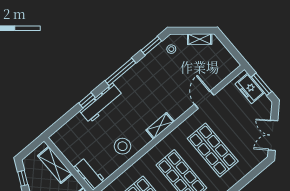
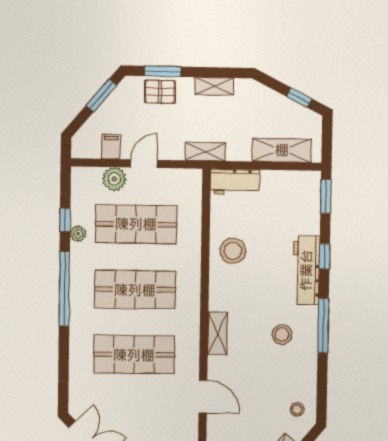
window: (151, 46) -> (326, 196), moved
stool: (142, 88) -> (282, 334), added
shelving: (160, 126) -> (218, 333), moved

